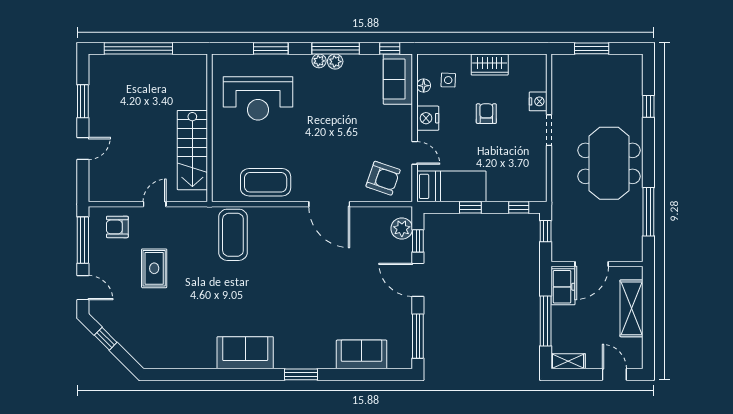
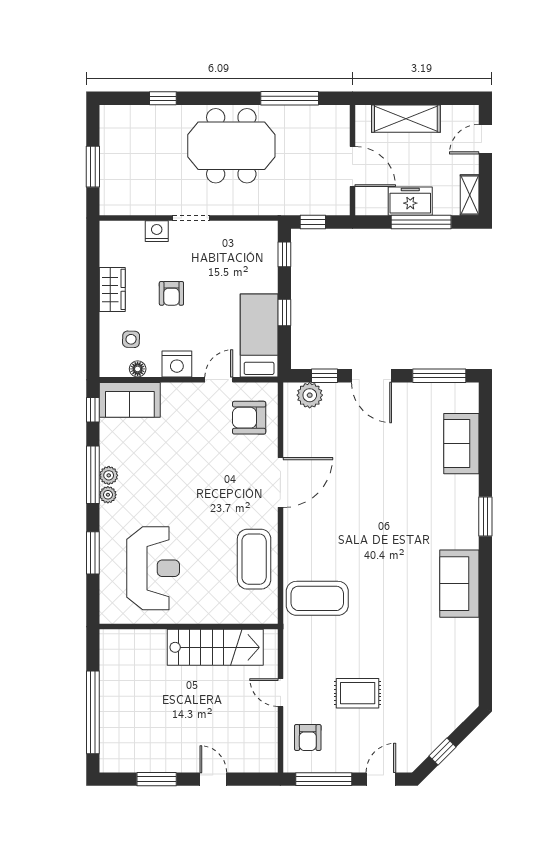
armchair: (486, 114) -> (171, 293), turned -90
armchair: (383, 178) -> (249, 418), turned -109
door: (418, 280) -> (371, 376), hinge flipped
freezer: (563, 287) -> (410, 201), moved

